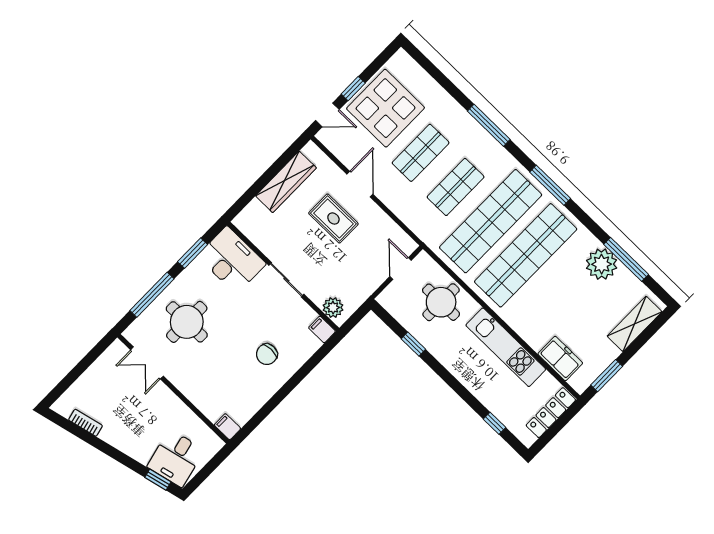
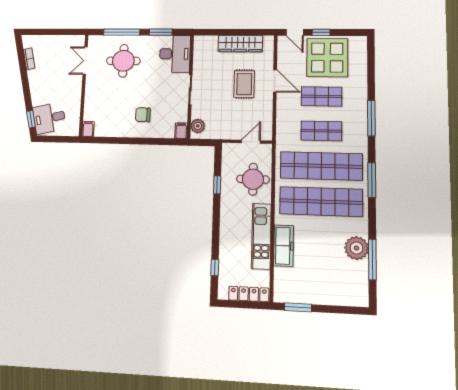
door: (360, 184) -> (275, 81), hinge flipped
shelving: (635, 324) -> (341, 297), removed
freezer: (560, 358) -> (283, 246), moved, width x1.40

